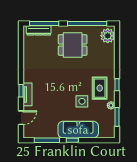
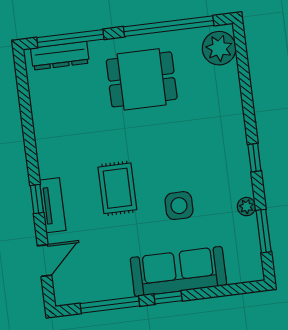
rug: (100, 88) -> (117, 188), moved

